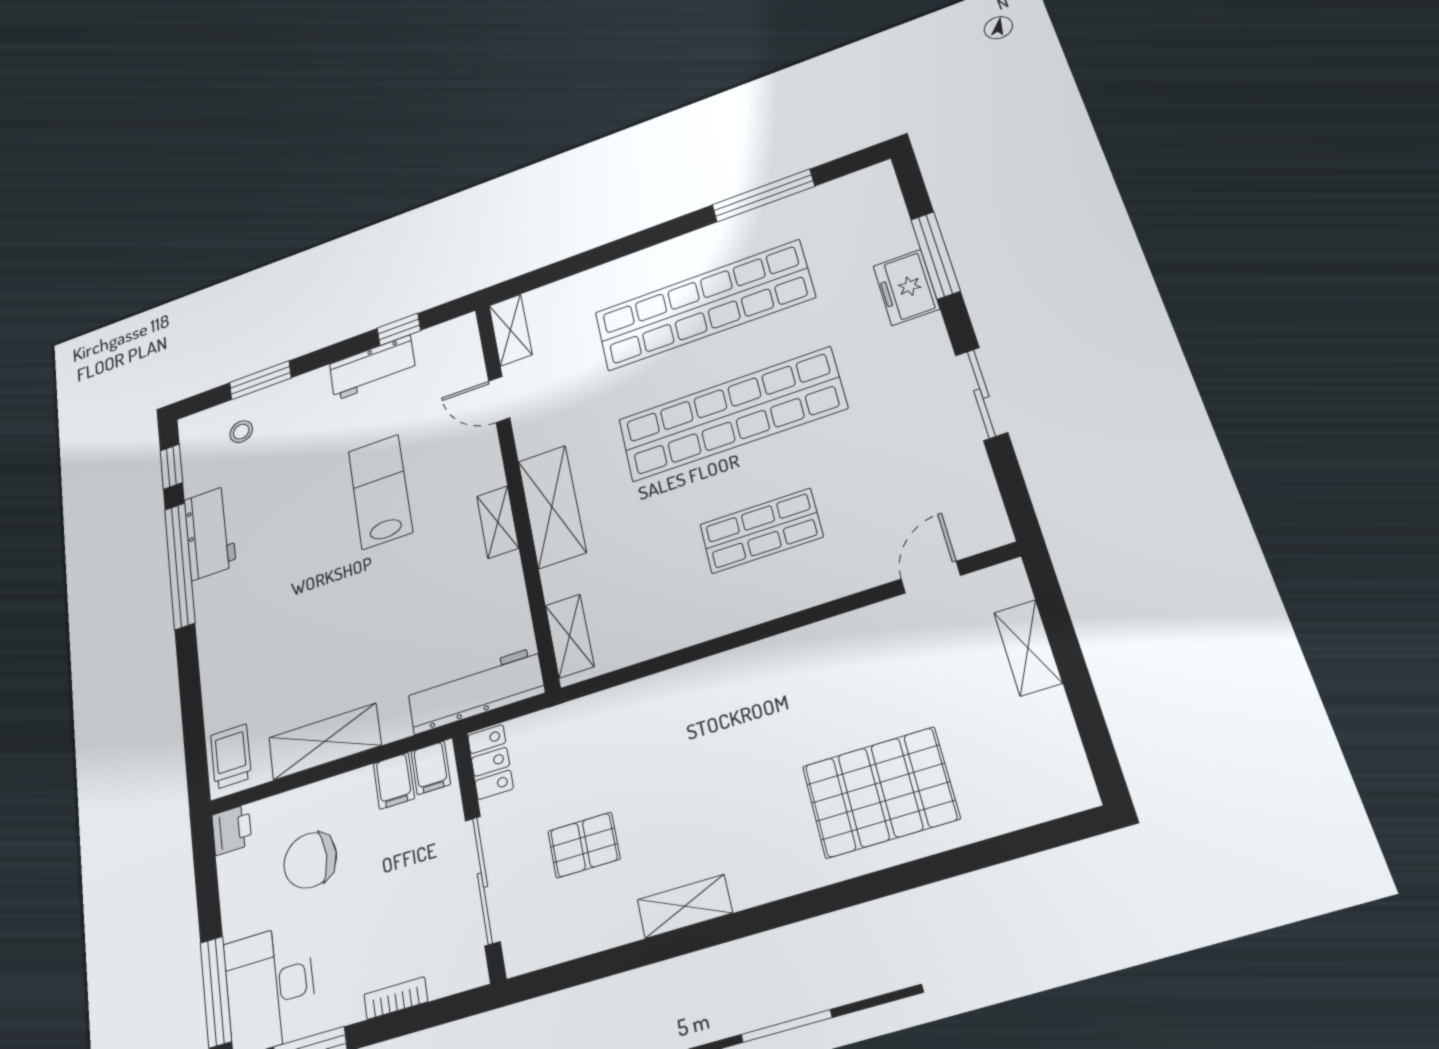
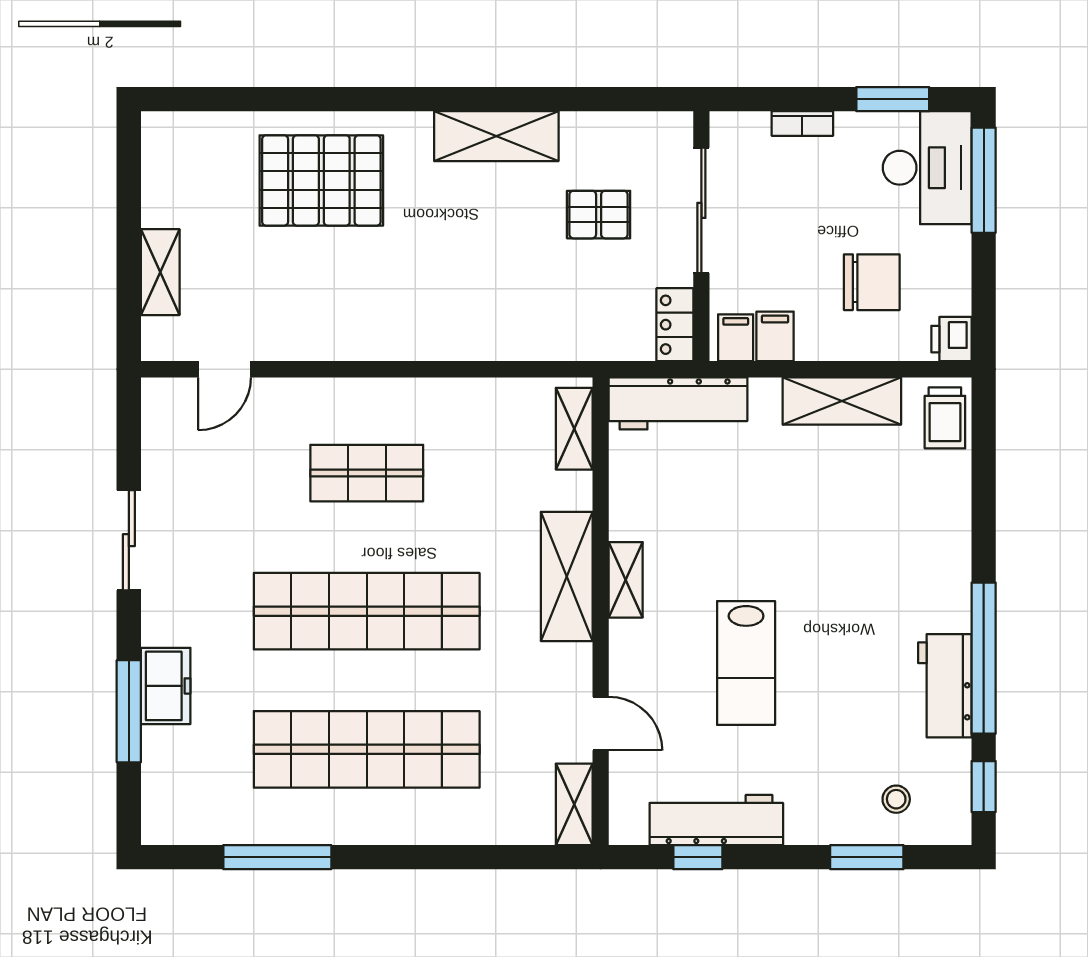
workbench: (372, 368) -> (716, 820), width x1.38
shelving: (685, 906) -> (496, 136), width x1.50, depth x1.33

